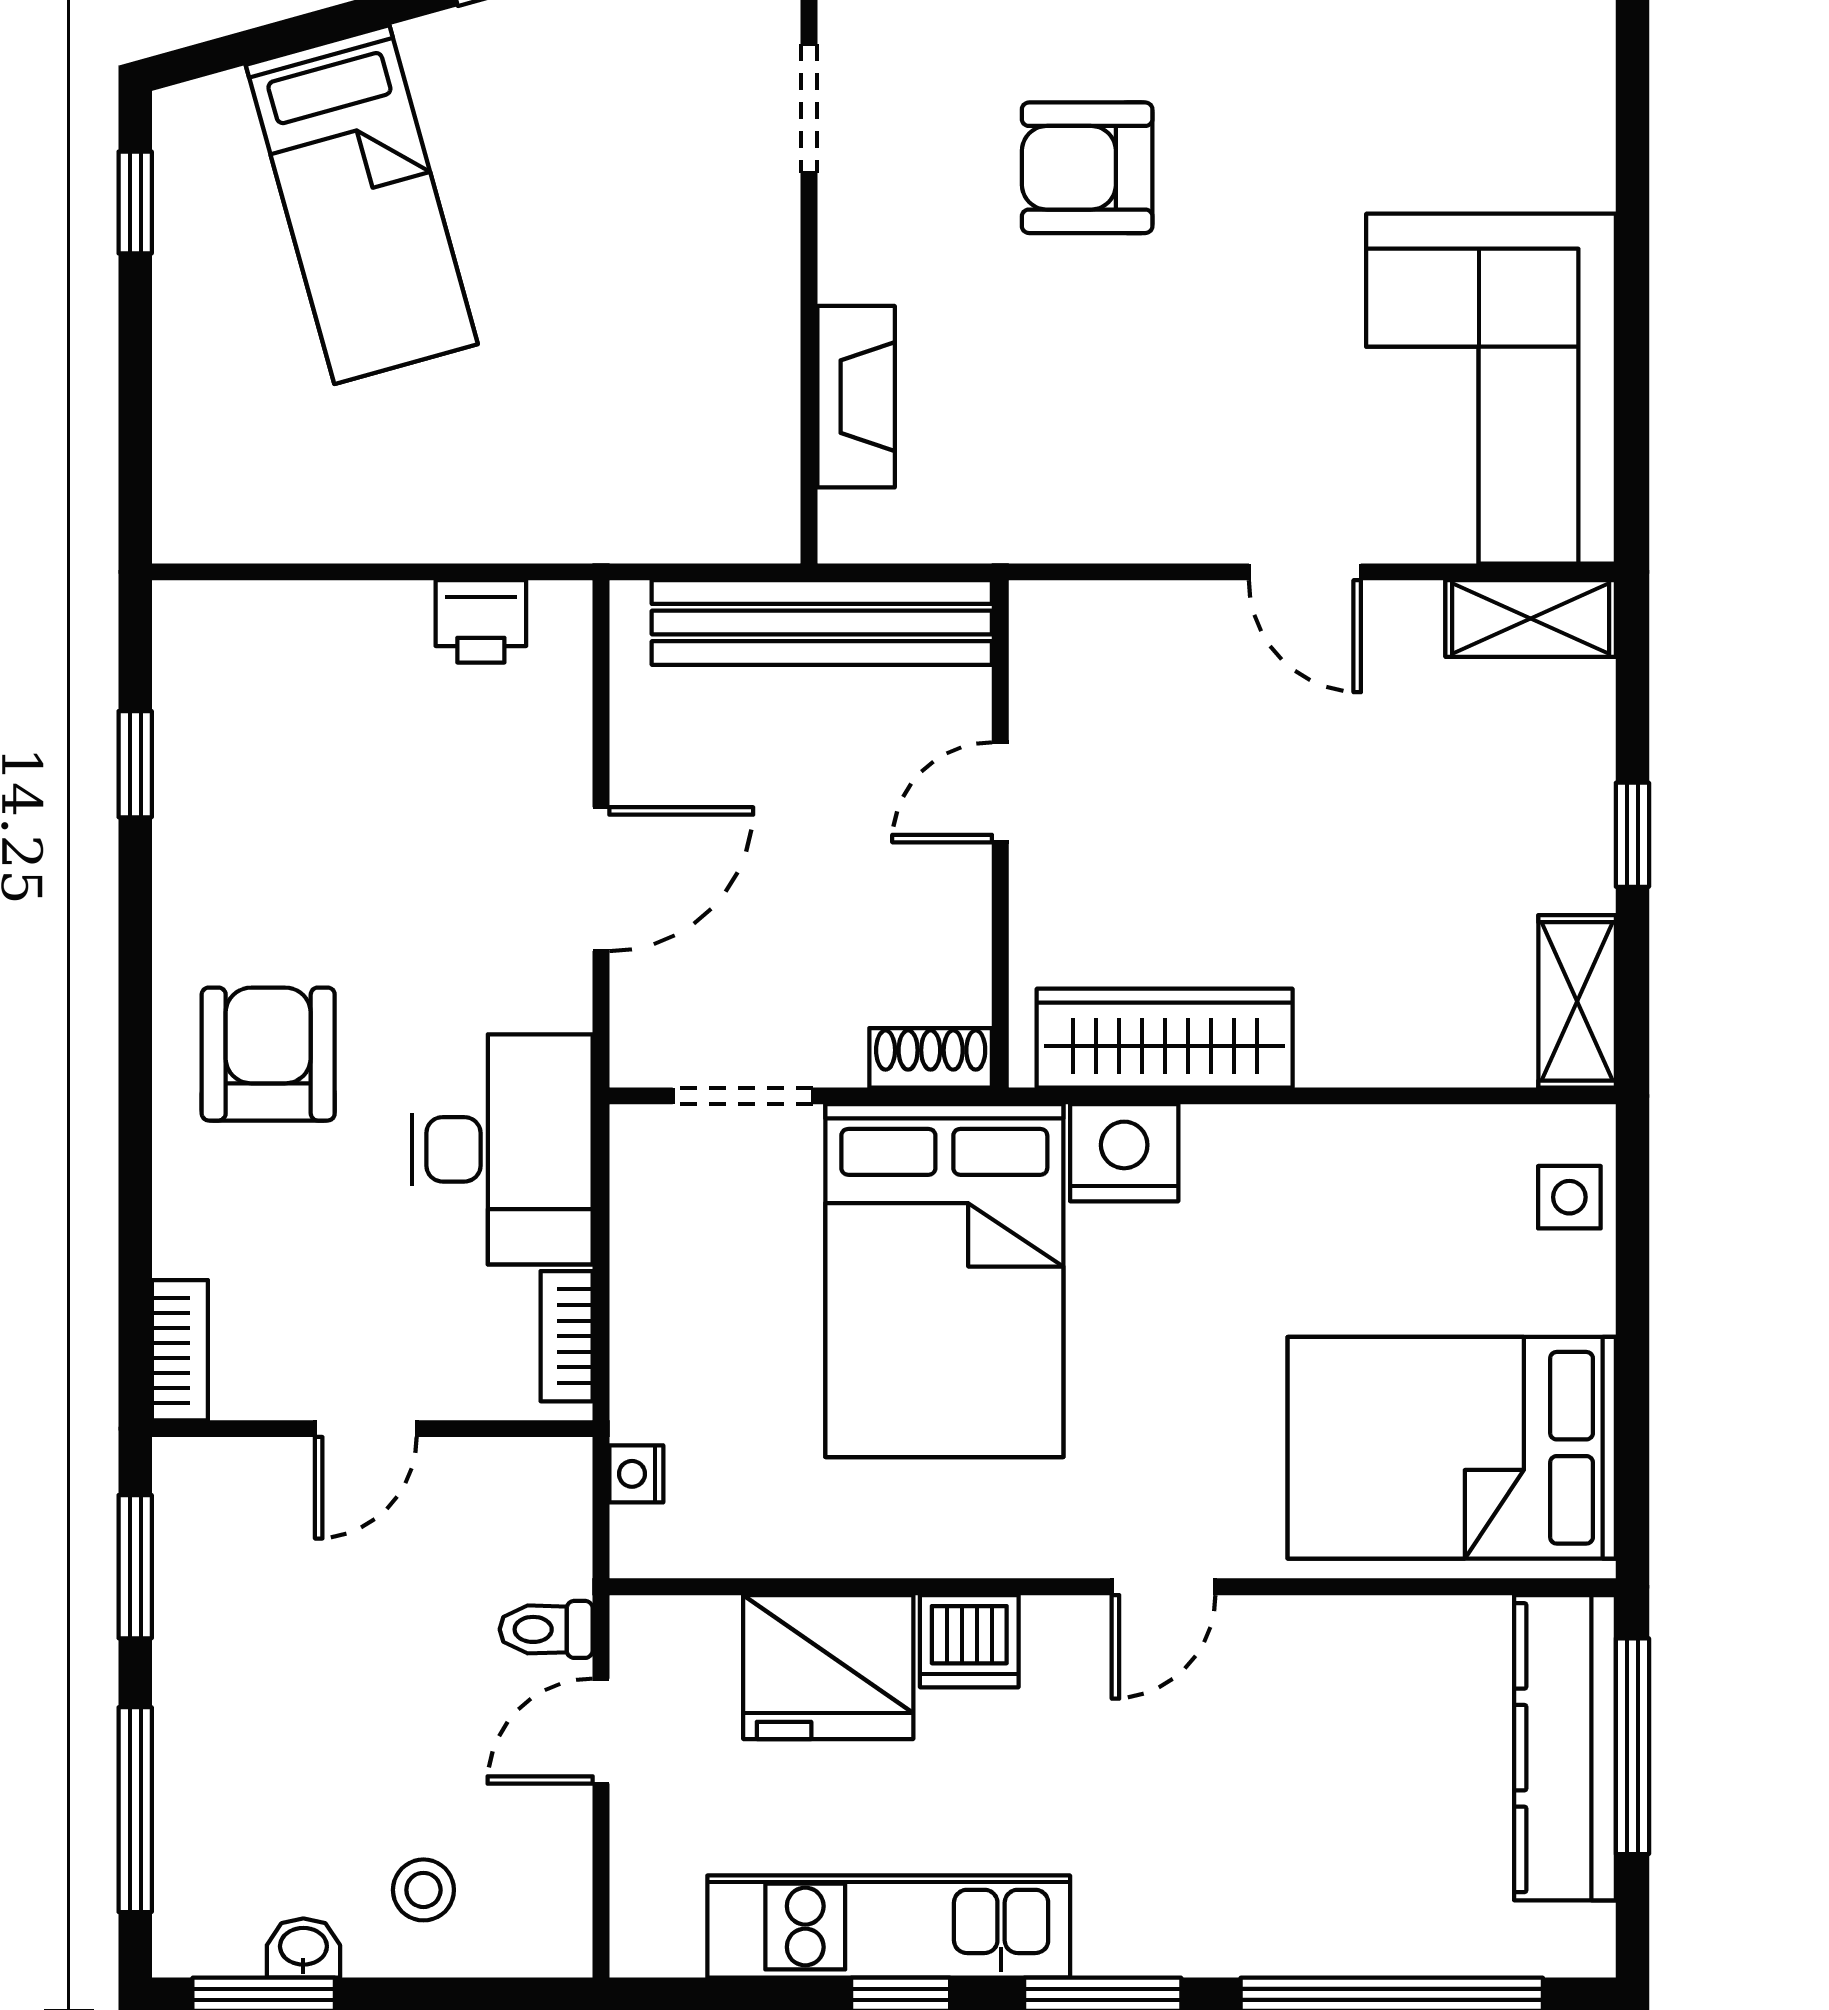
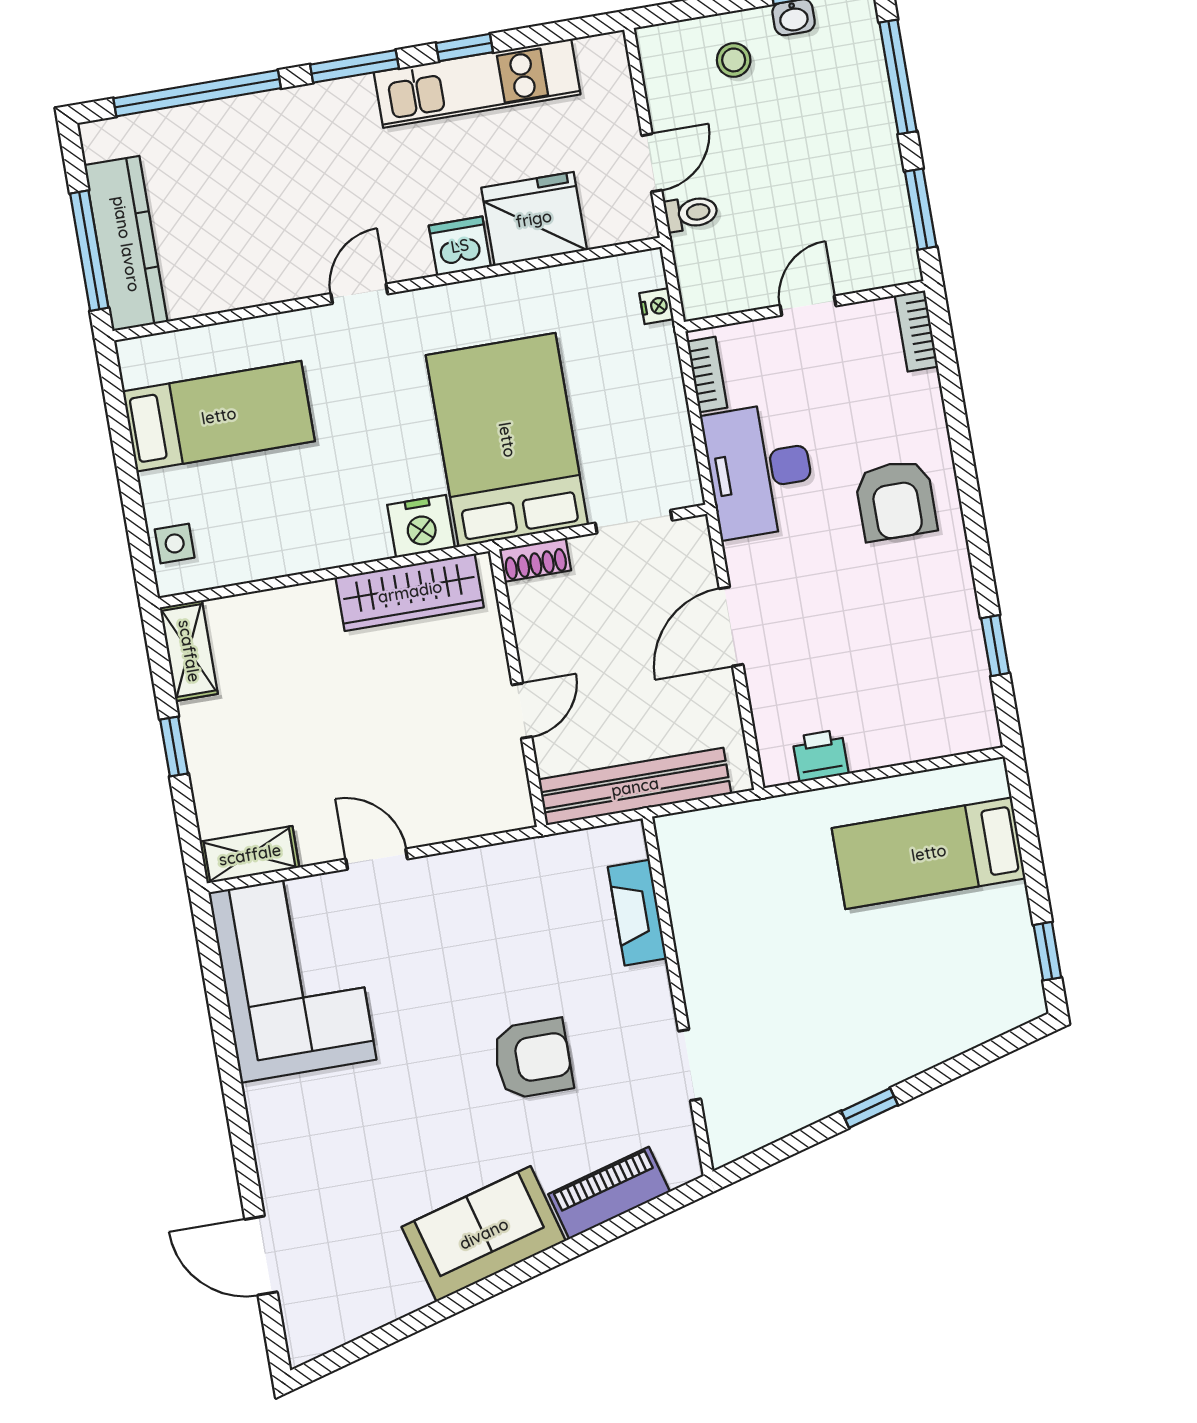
bed: (362, 205) -> (929, 853), moved, turned -74
bed: (1452, 1448) -> (219, 416), width x0.67

